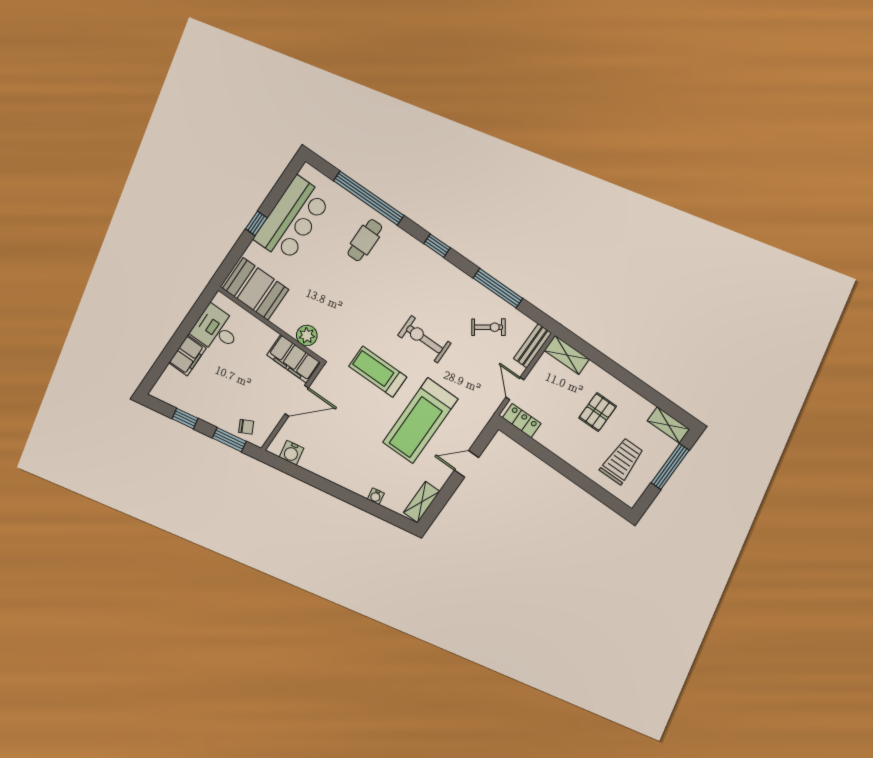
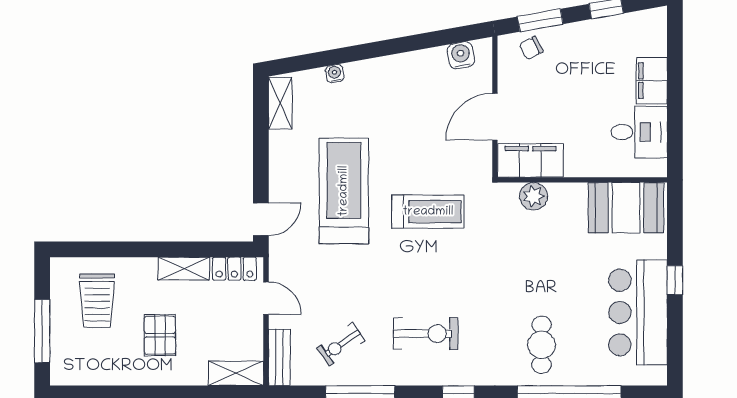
exercise bike: (424, 339) -> (426, 334), moved
shelving: (668, 425) -> (184, 269), moved
door: (467, 464) -> (261, 219), moved

